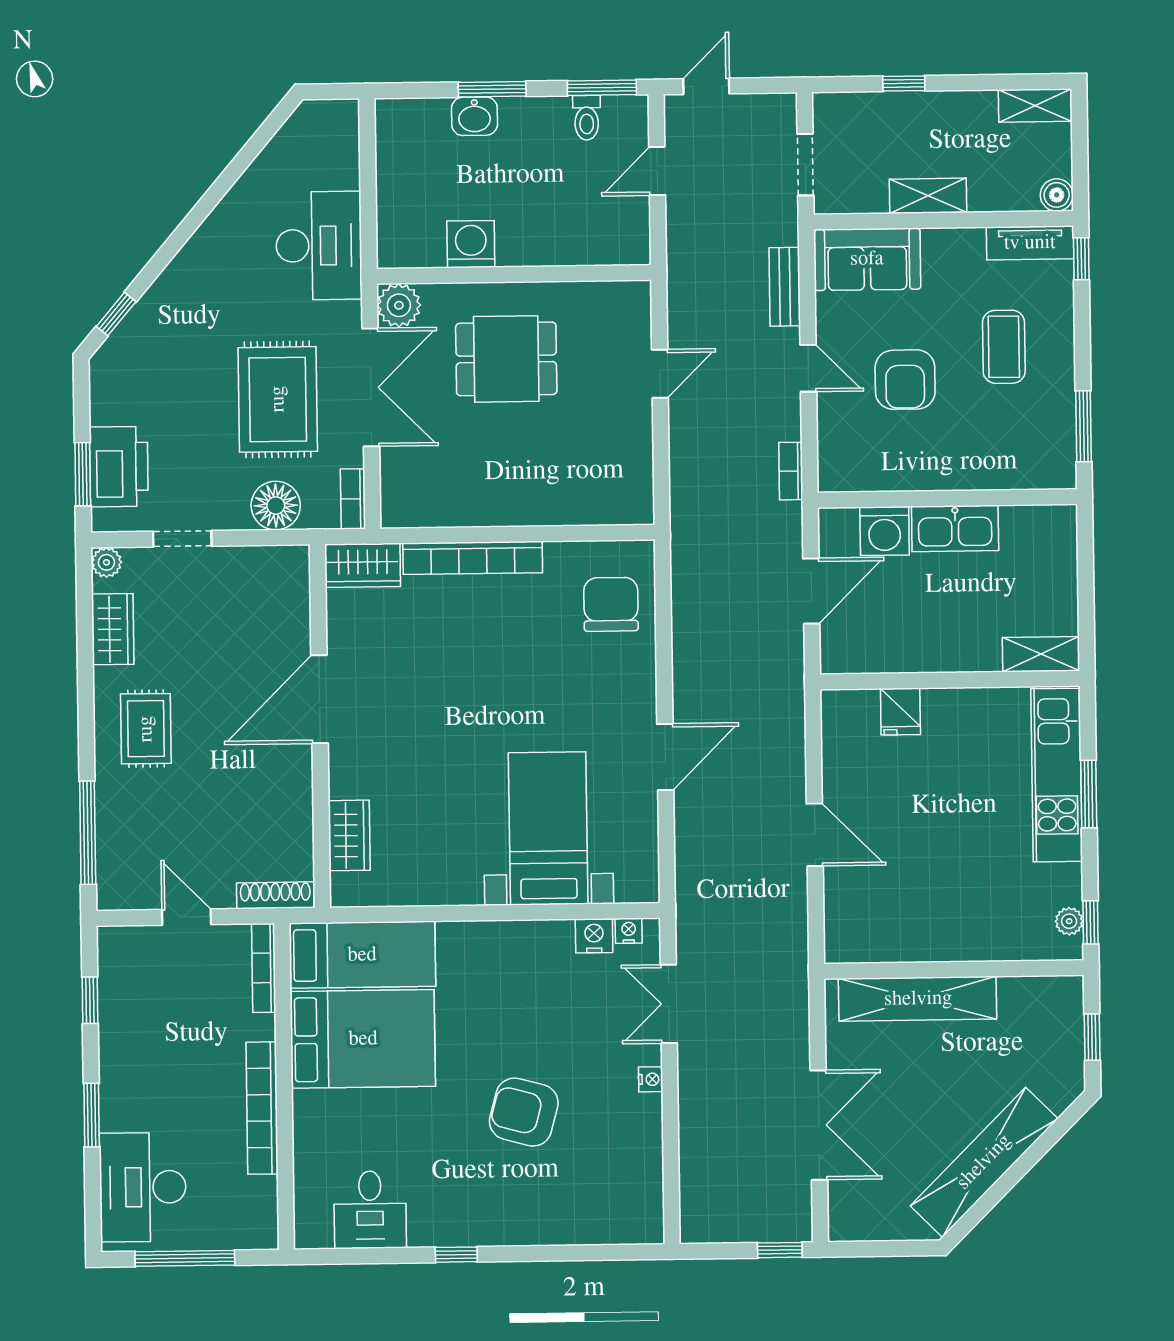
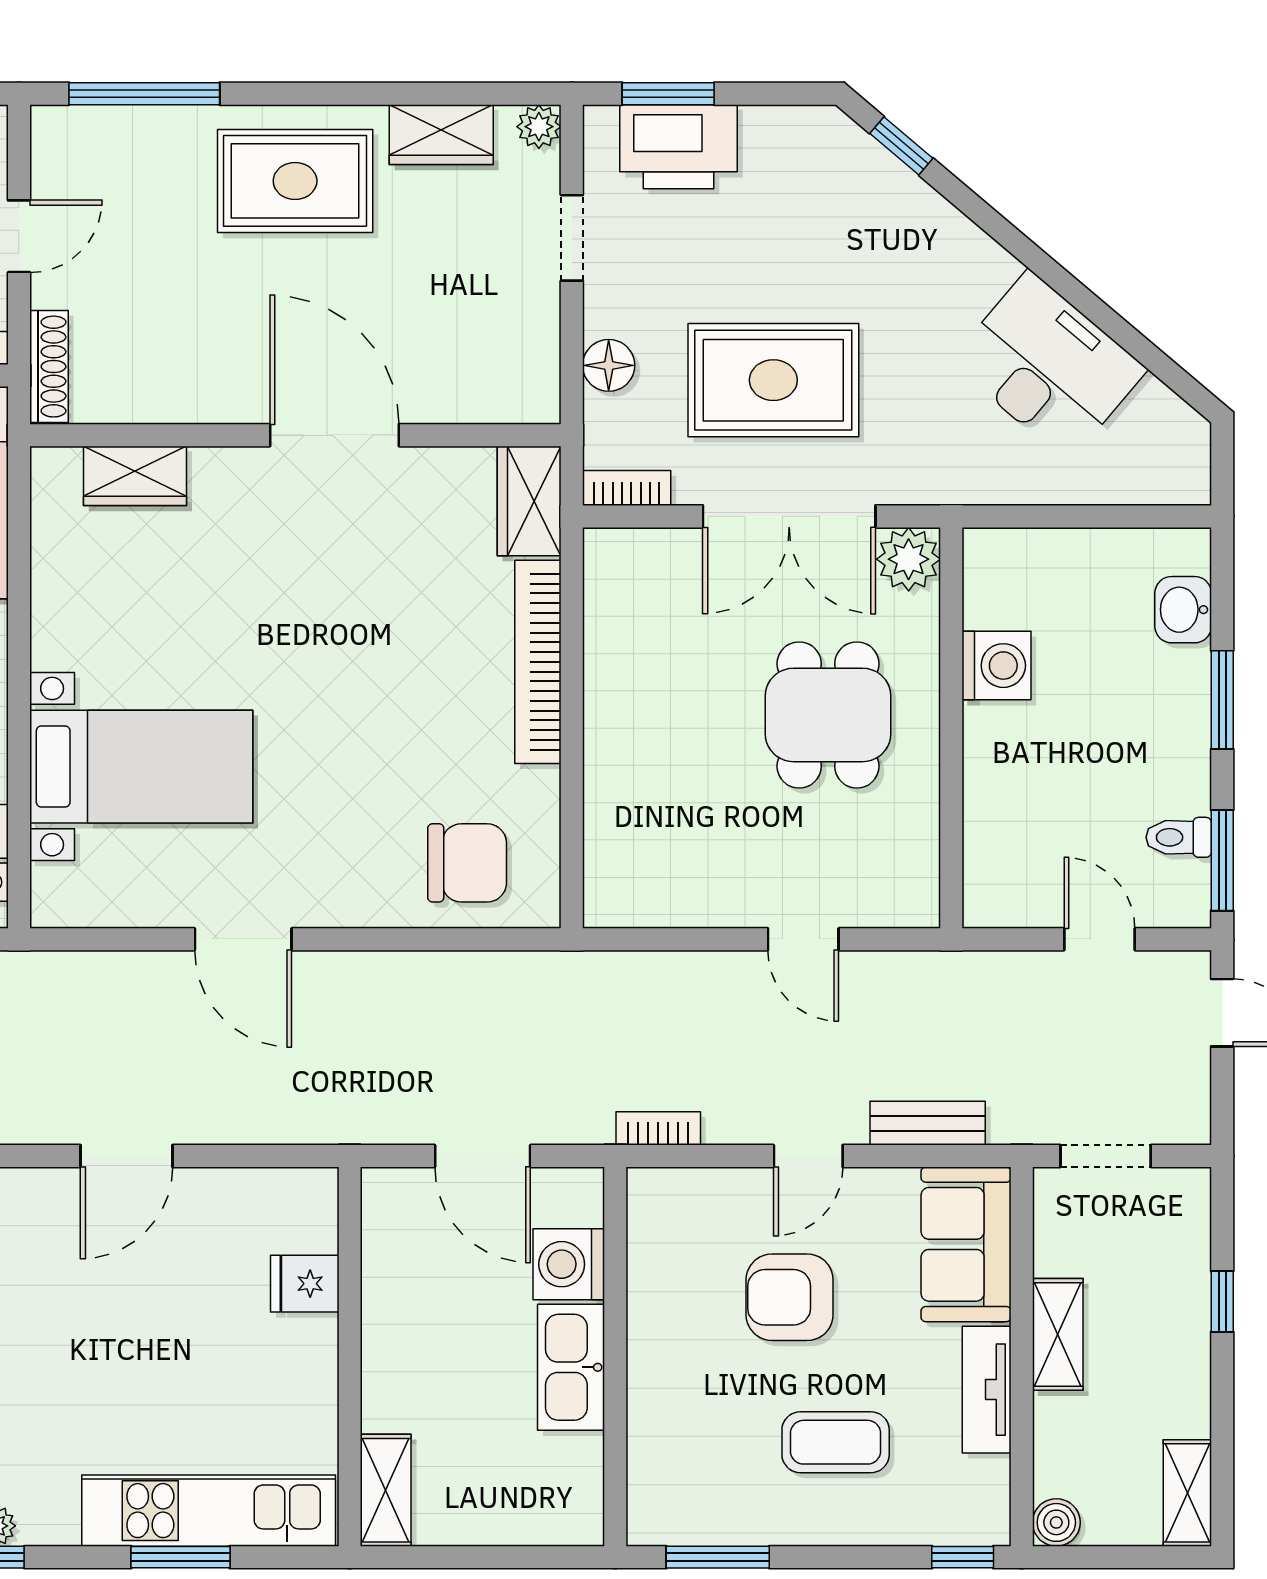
washbasin: (474, 116) -> (1183, 610), moved
tv unit: (1030, 243) -> (987, 1390), moved
desk: (319, 246) -> (1048, 366), moved, turned -140
floor lamp: (276, 506) -> (609, 365), width x0.73, depth x0.73
rug: (146, 729) -> (295, 181), width x1.36, depth x1.43

